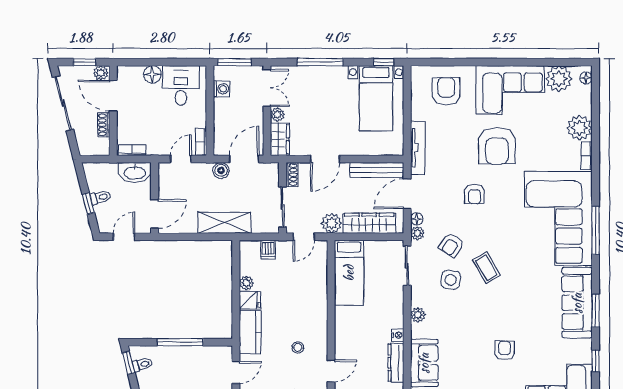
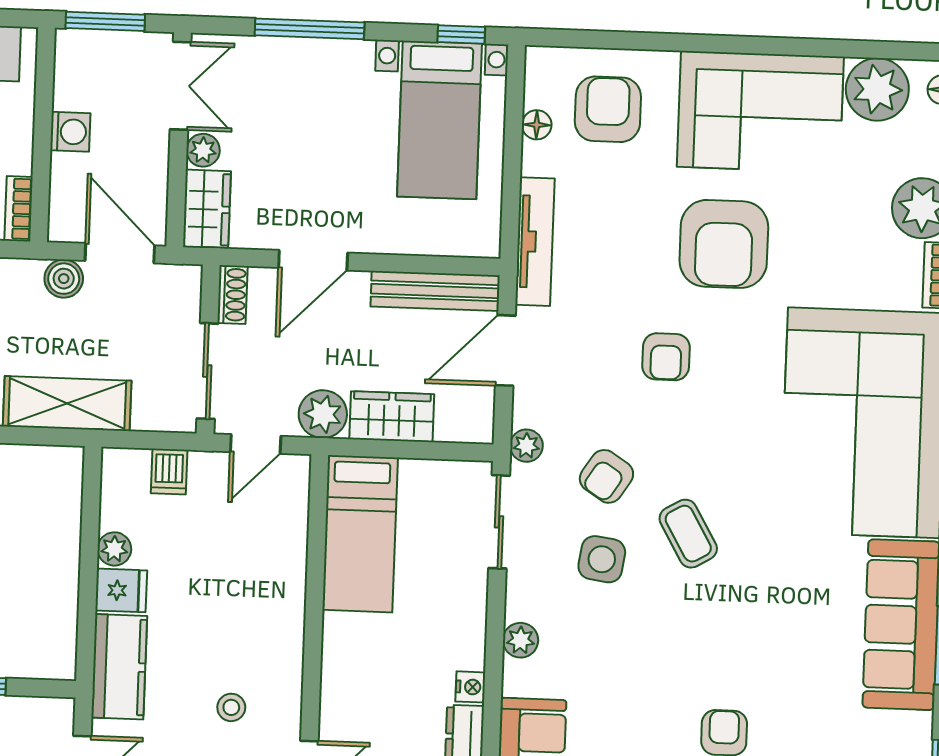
washing machine: (222, 89) -> (70, 132), moved
door: (244, 159) -> (120, 253), hinge flipped
floor lamp: (417, 219) -> (537, 125), moved
wardrobe: (369, 223) -> (392, 417), width x0.67

